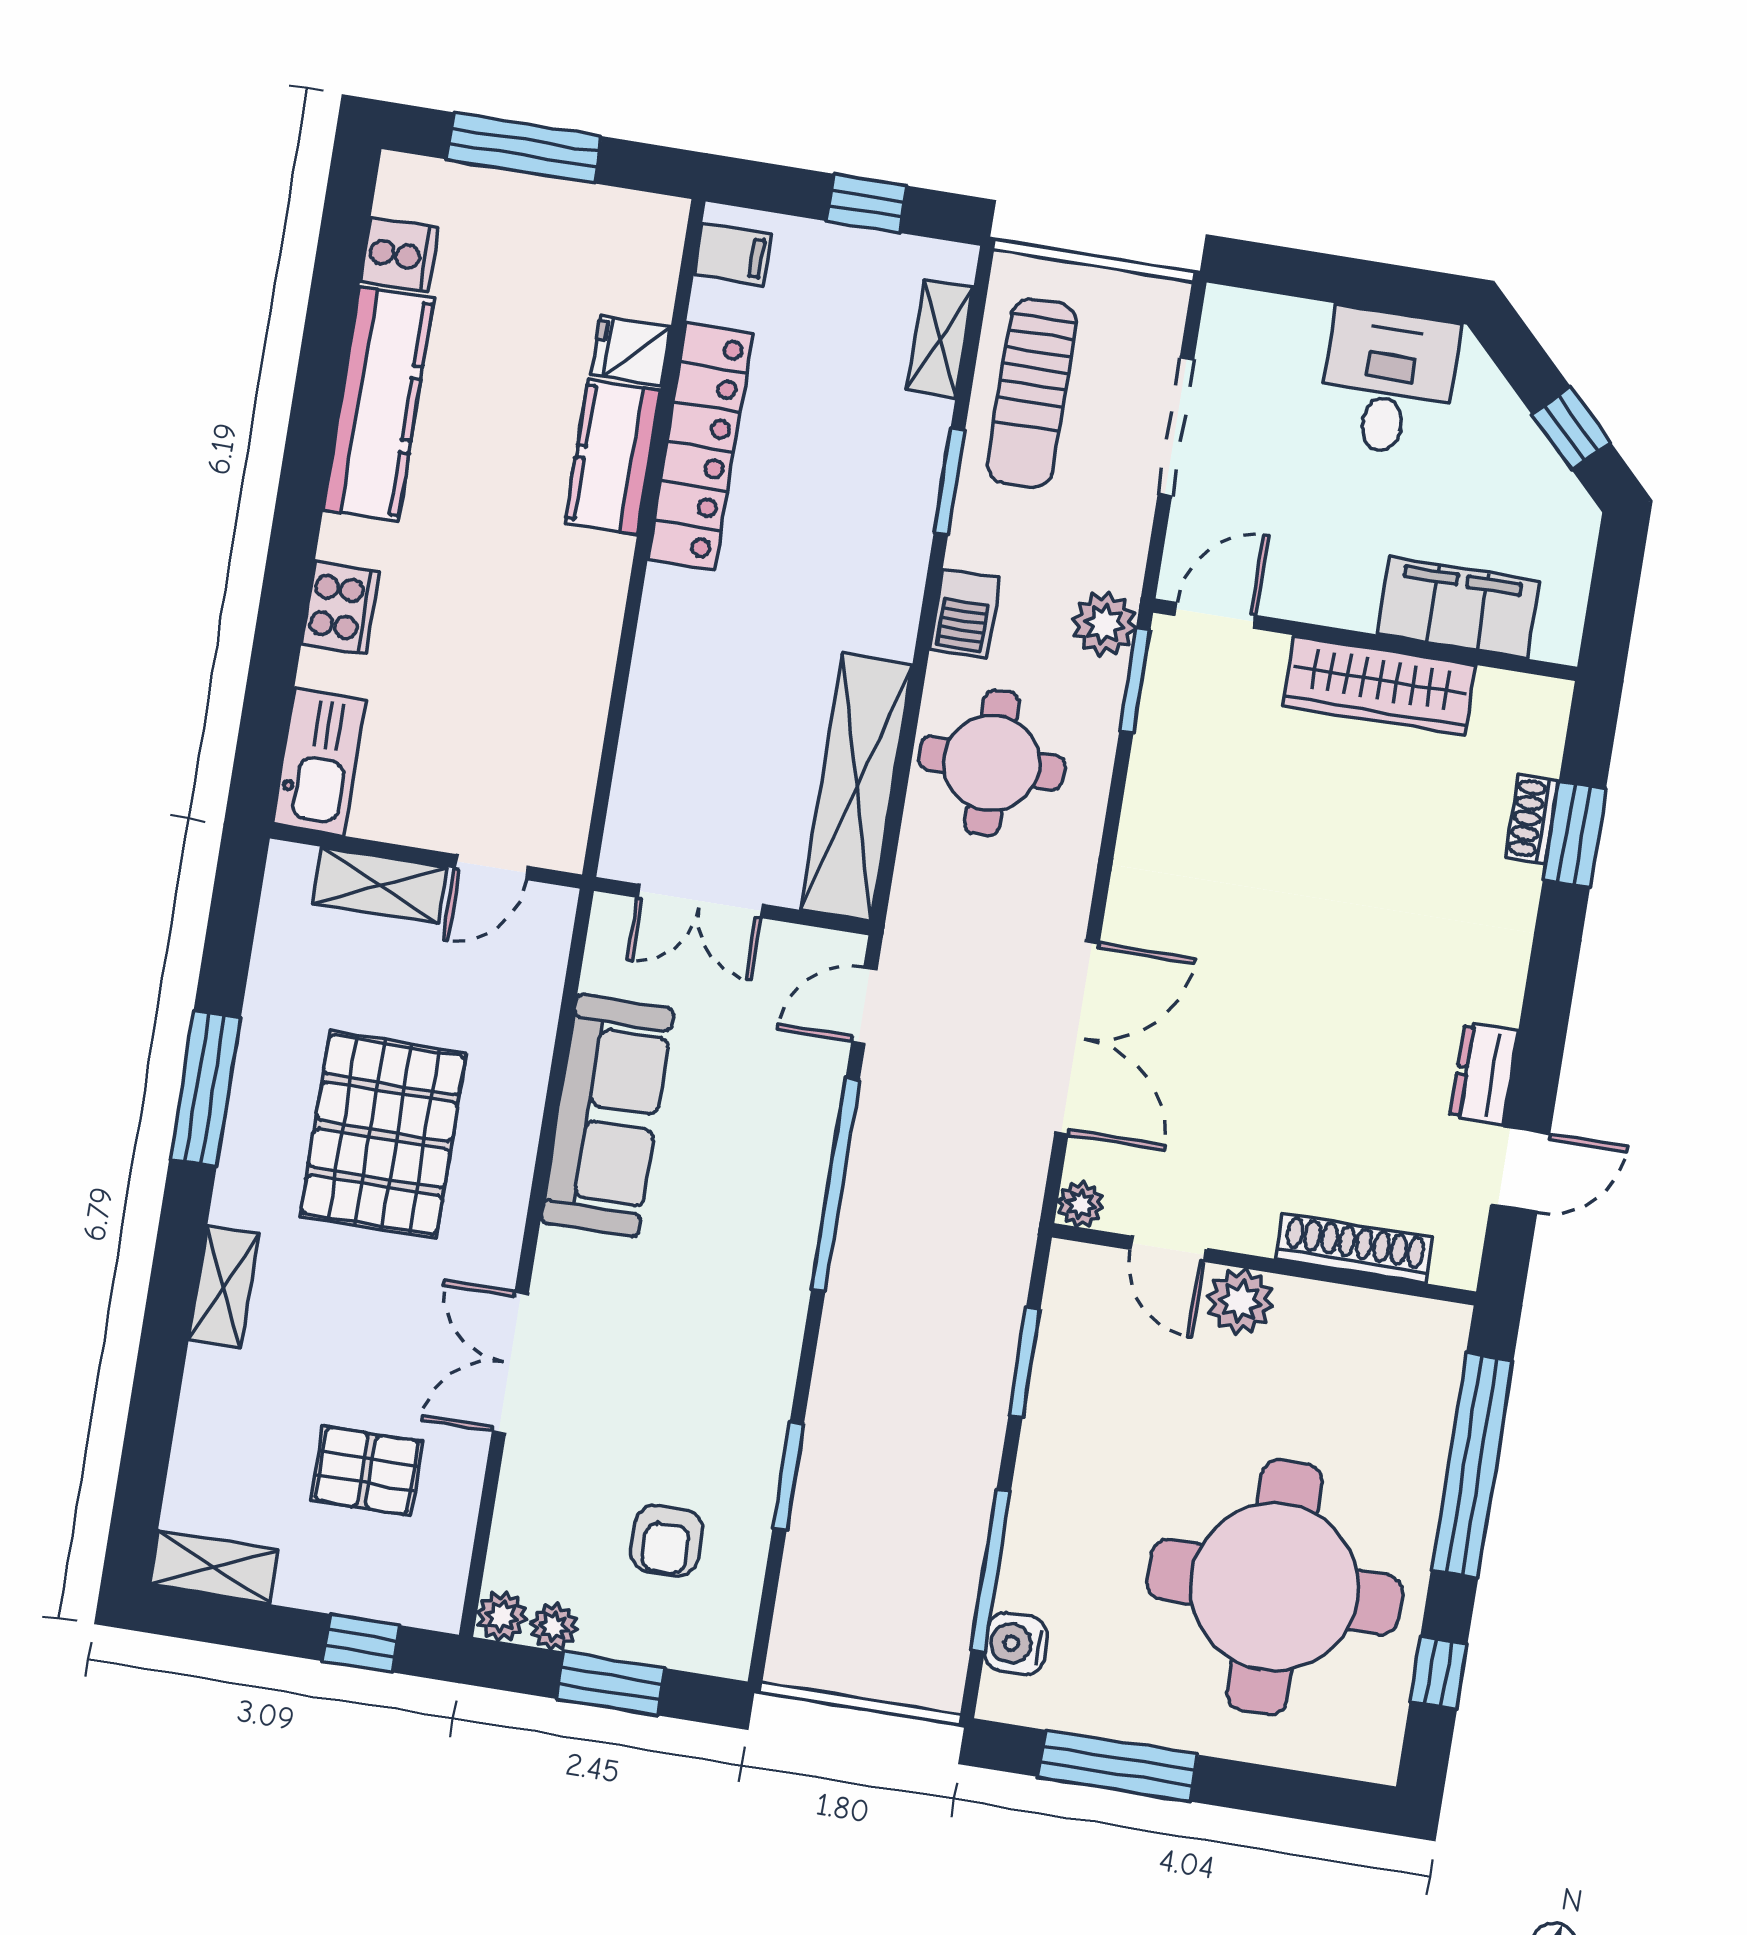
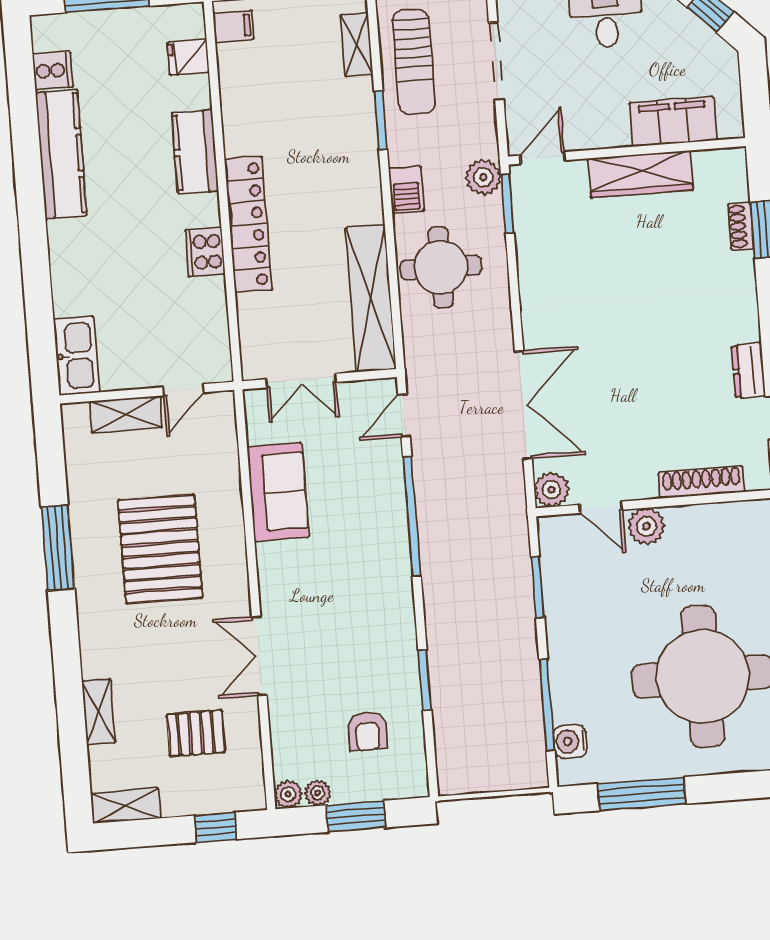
fridge: (631, 351) -> (188, 57), moved
locker: (700, 446) -> (248, 224), moved
cooker: (340, 608) -> (205, 252), moved, turned 180
sofa: (607, 1115) -> (278, 492), width x0.73
plant: (1080, 1204) -> (551, 490), width x1.38, depth x1.38
shelving: (224, 1287) -> (99, 712), moved

